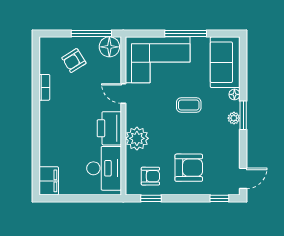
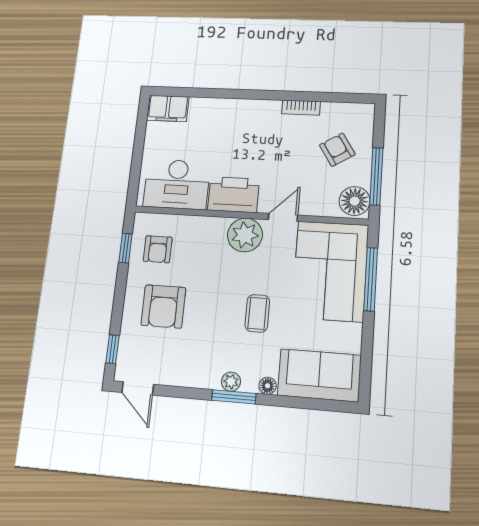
window: (186, 33) -> (371, 279), moved
plant: (137, 138) -> (245, 235), moved

